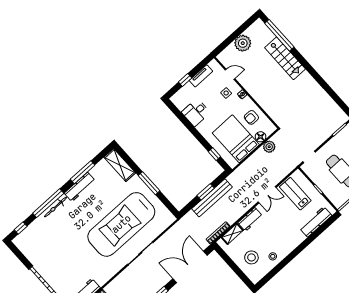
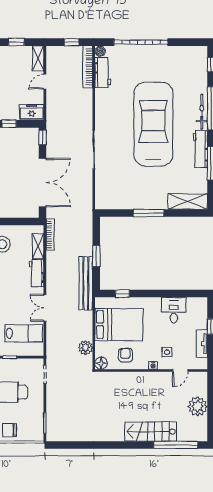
floor lamp: (261, 137) -> (101, 363), moved
bench: (212, 198) -> (86, 283), moved
car: (121, 224) -> (153, 124), moved

